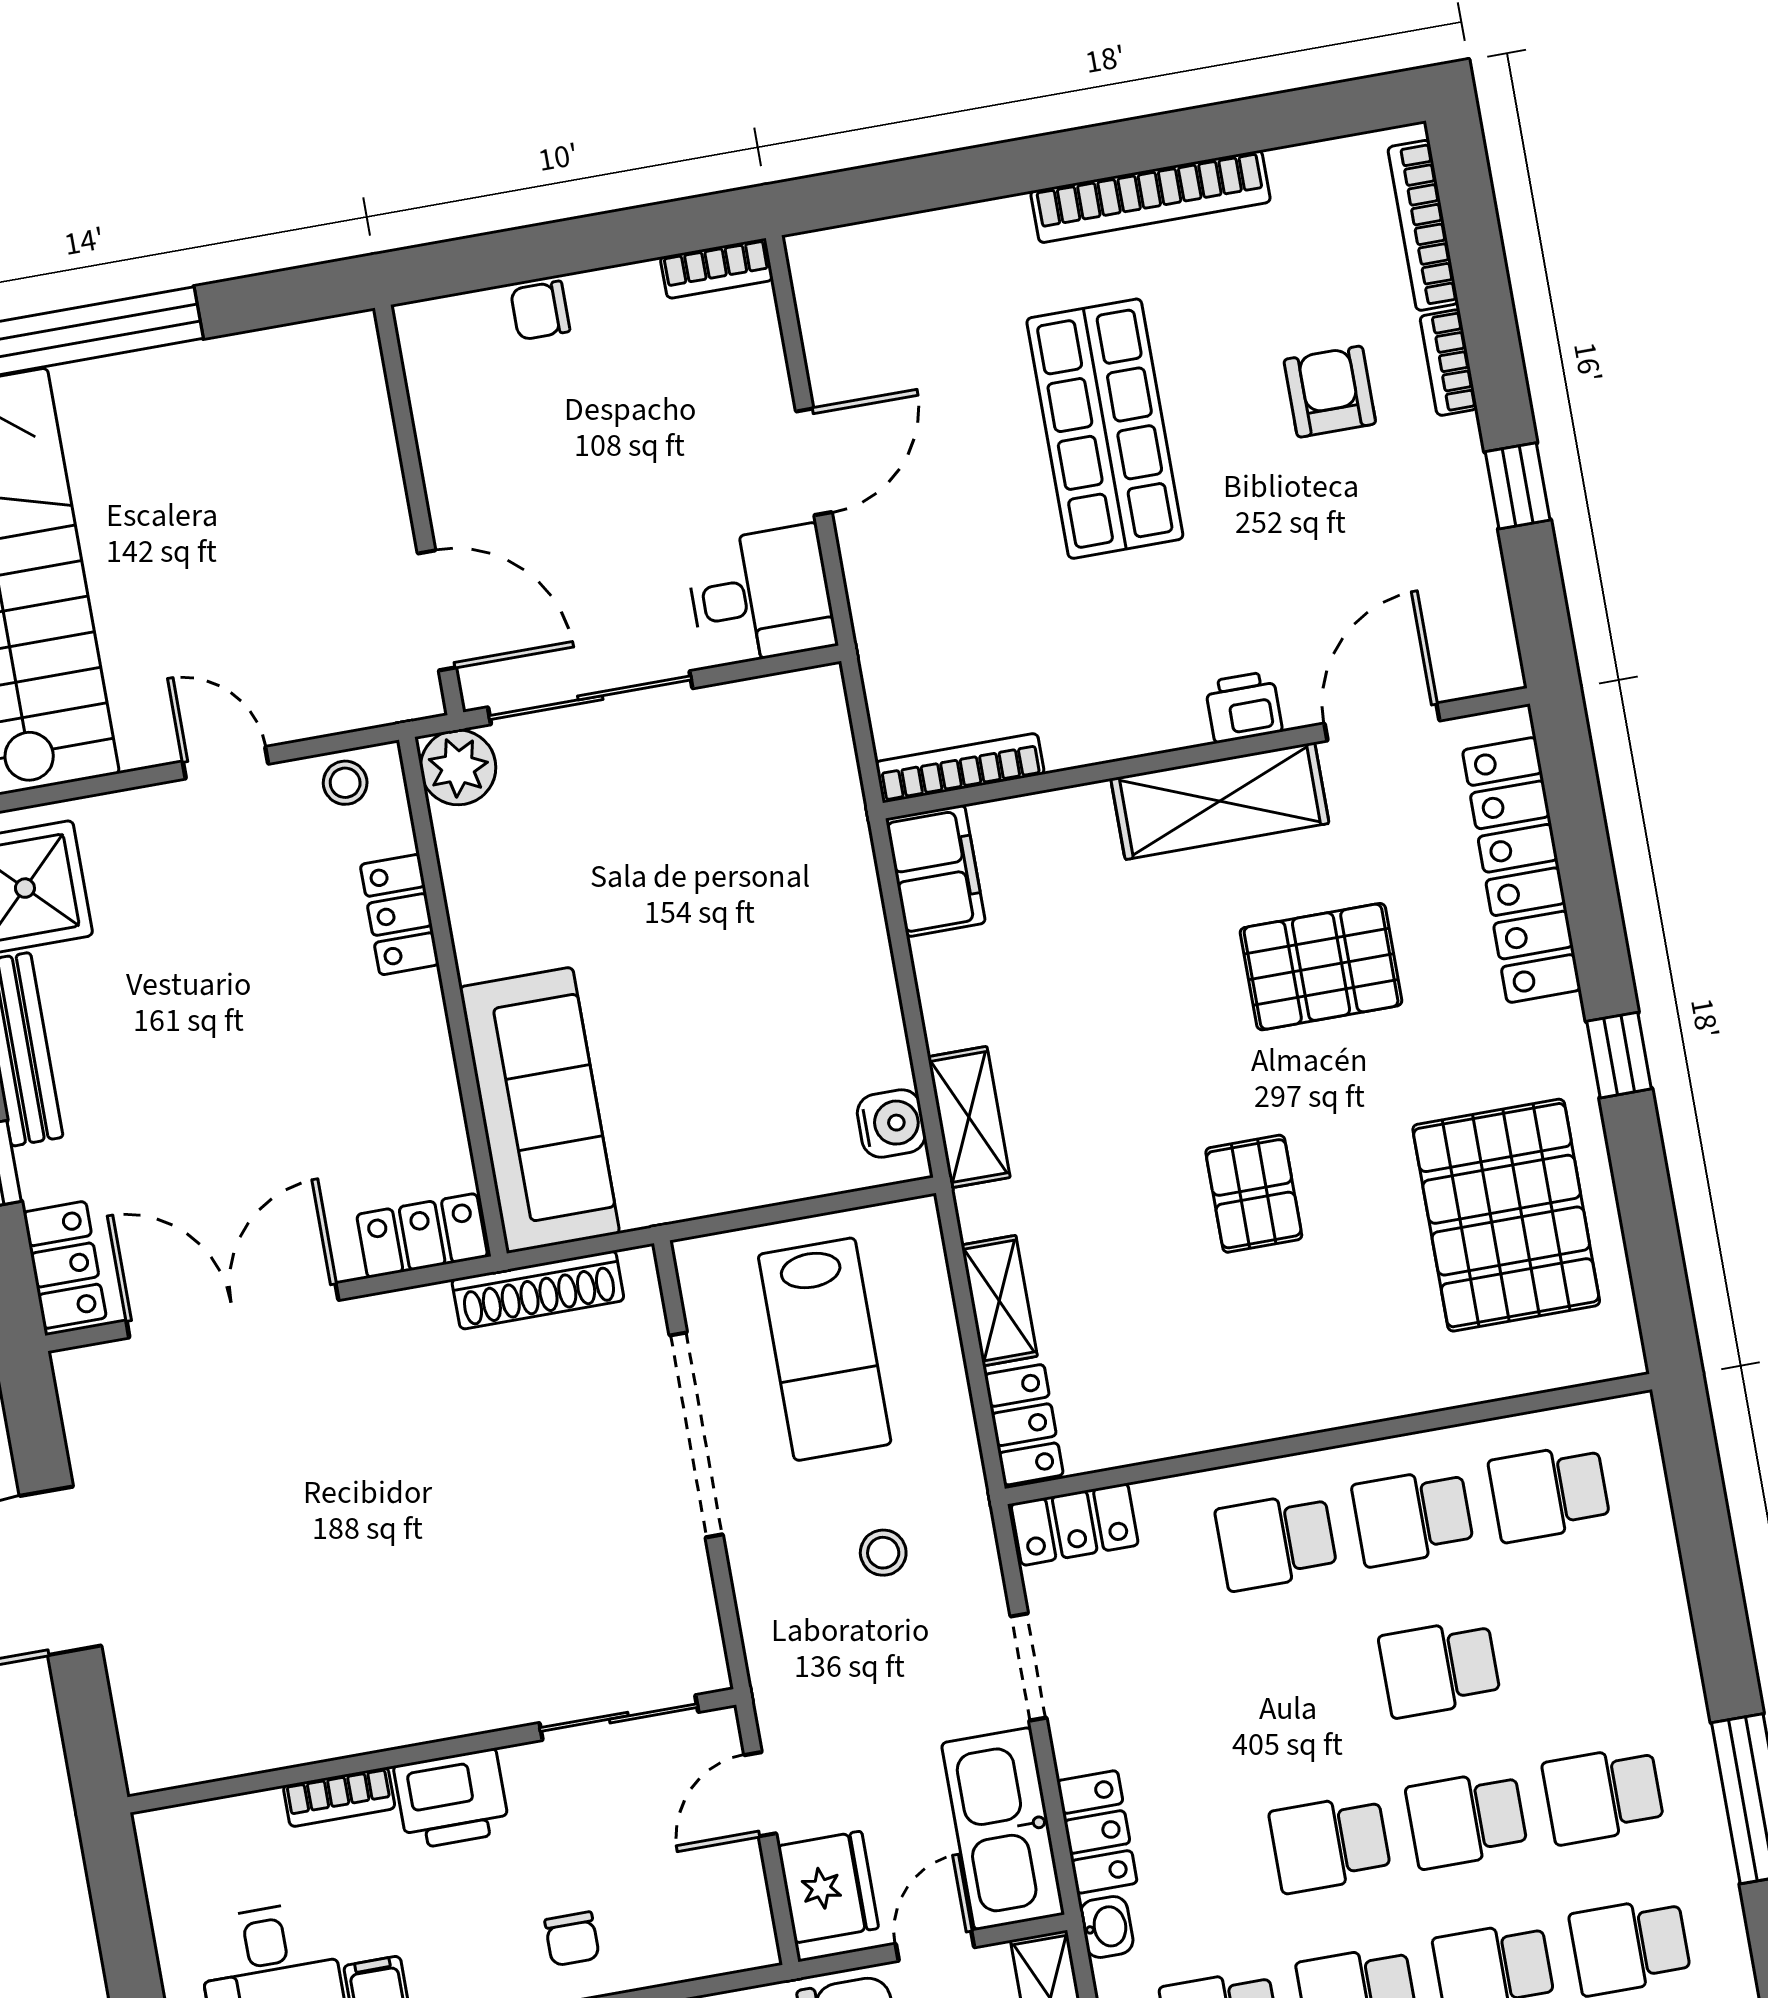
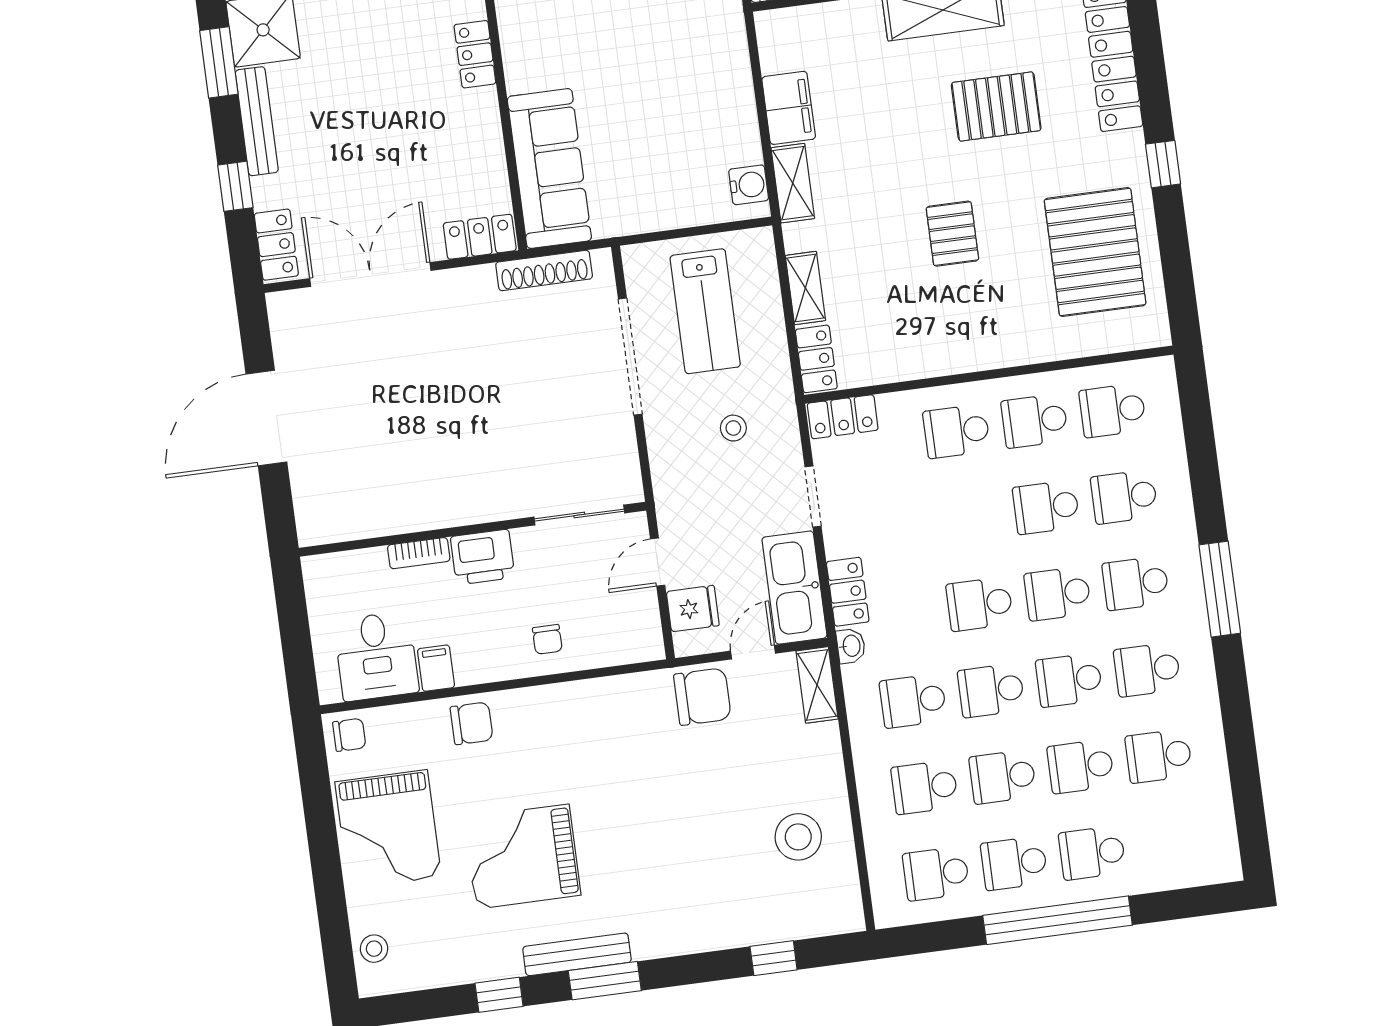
filing cabinet: (935, 871) -> (789, 108), moved
school desk: (1576, 1644) -> (1124, 497), added
fridge: (828, 1887) -> (693, 609), width x0.72

